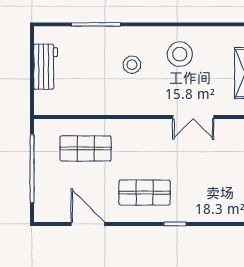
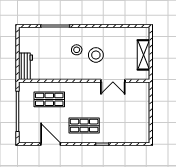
stool: (180, 54) -> (96, 55), moved
workbench: (46, 67) -> (26, 66), moved

